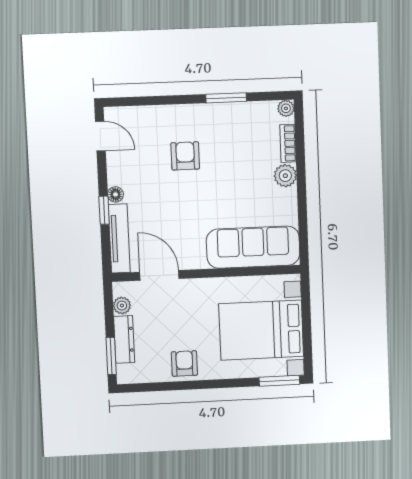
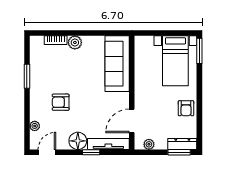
plant: (286, 108) -> (35, 126), moved
floor lamp: (115, 194) -> (78, 141), width x1.89, depth x1.89
bed with nightstands: (261, 330) -> (175, 61), width x0.73
dresser: (124, 340) -> (182, 144), moved
armchair: (184, 363) -> (186, 108), turned -90

